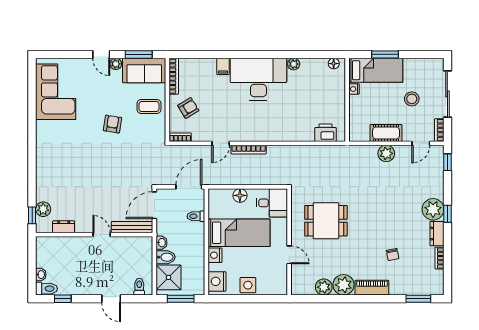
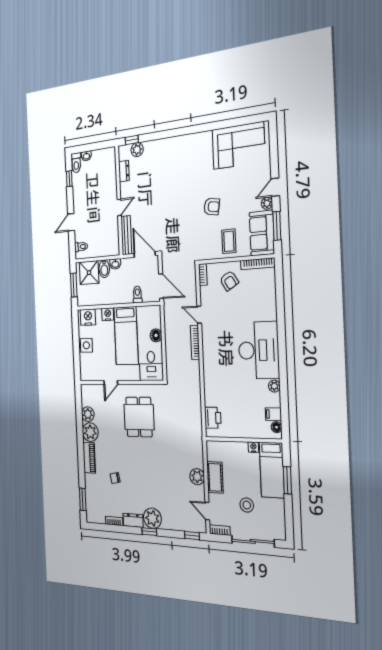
filing cabinet: (223, 66) -> (273, 414), moved

